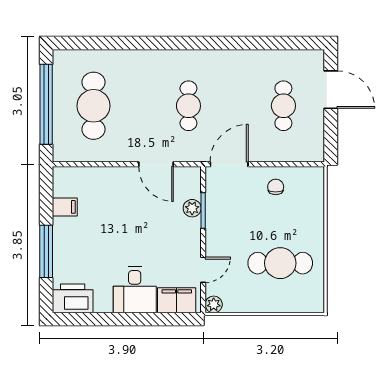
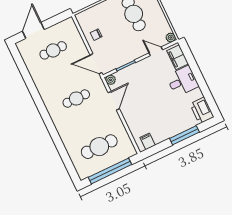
filing cabinet: (65, 207) -> (148, 141), moved
plant: (192, 208) -> (111, 80), moved

